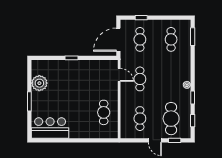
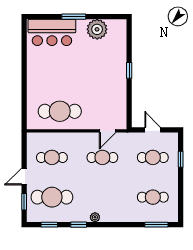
door: (118, 40) -> (153, 130), width x0.53
cafe table: (104, 112) -> (60, 111), width x1.37, depth x1.35
bar counter: (50, 128) -> (52, 32), moved, turned 90

